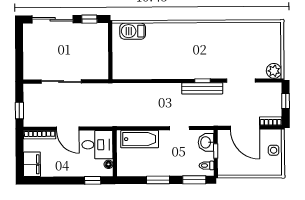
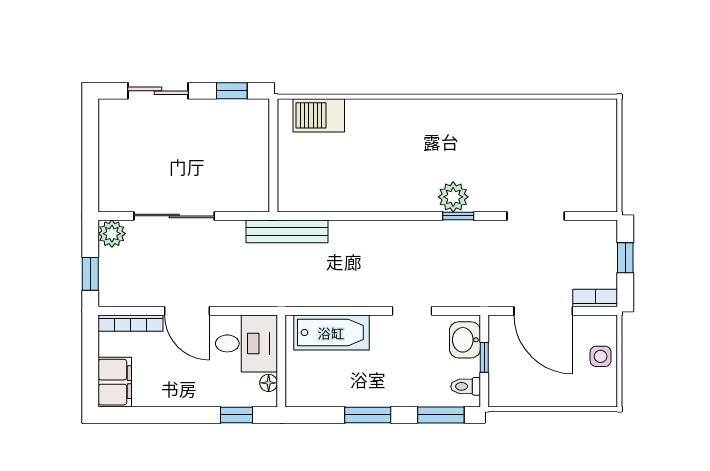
sliding door: (53, 19) -> (158, 91), width x0.73
plant: (274, 71) -> (453, 197), moved
bench: (202, 88) -> (287, 231), moved
plant: (30, 90) -> (112, 234), added

